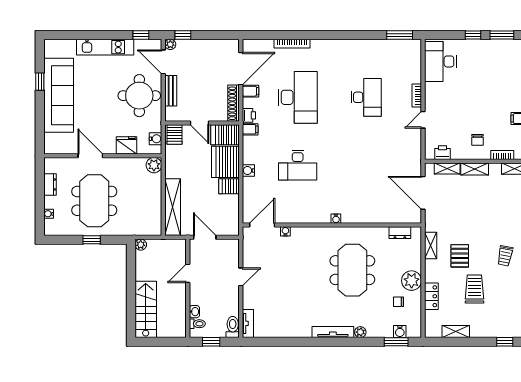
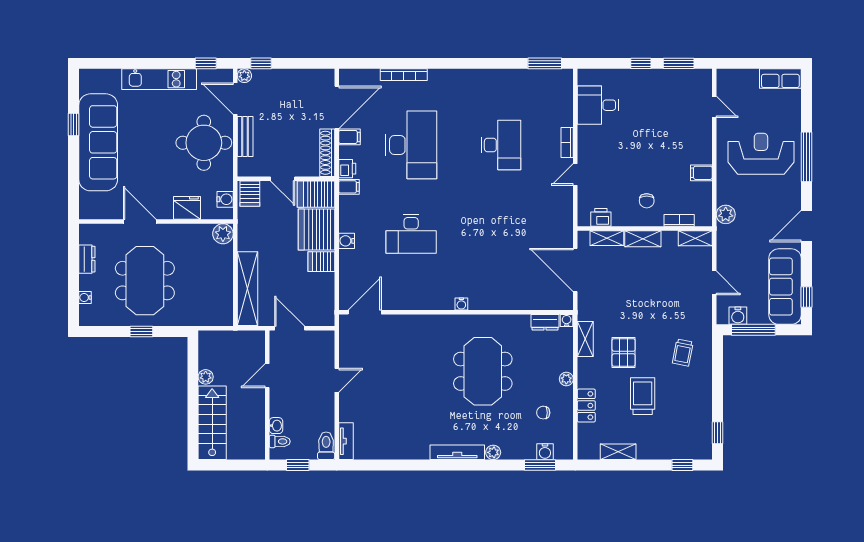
desk: (440, 61) -> (598, 105), width x0.73
water cooler: (285, 231) -> (567, 321), moved
plant: (141, 245) -> (206, 377), moved
plant: (412, 281) -> (566, 379), width x0.53, depth x0.53

